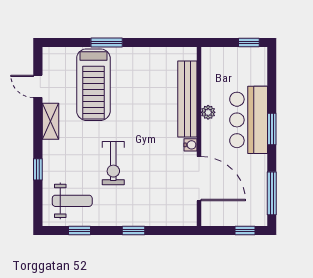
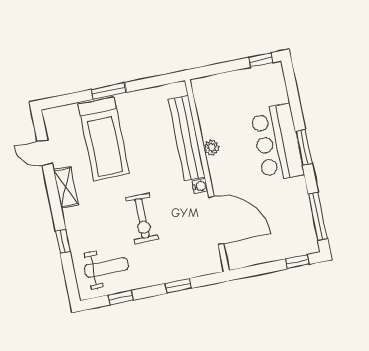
bench: (187, 99) -> (186, 138), moved
plant: (208, 112) -> (212, 148), moved
wall: (199, 137) -> (207, 175), moved
water cooler: (191, 145) -> (200, 186), moved
door: (199, 179) -> (216, 220), moved

